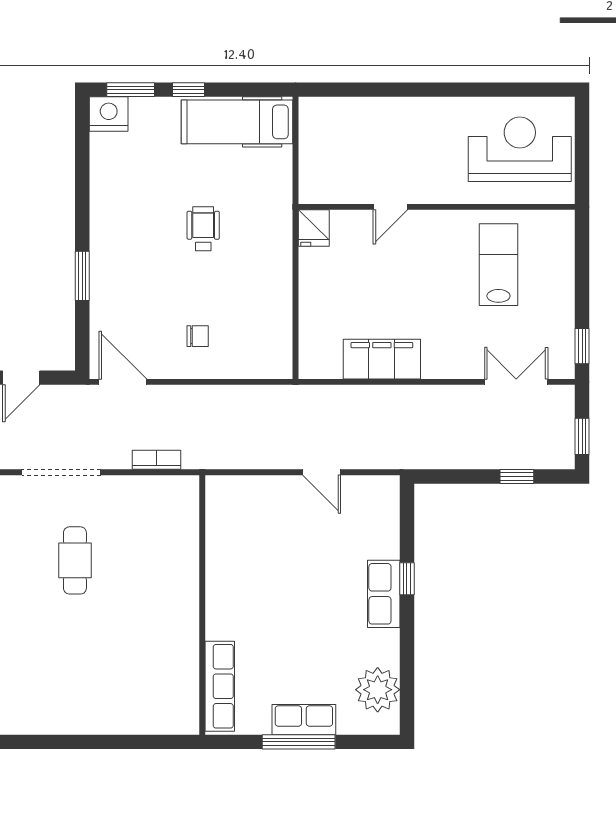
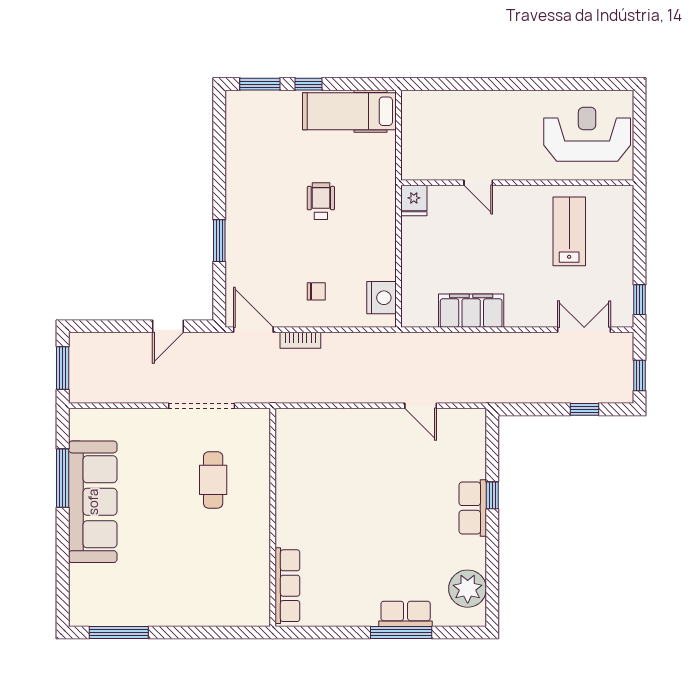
nightstand: (109, 114) -> (382, 298), moved, turned 90
door: (390, 207) -> (478, 183), hinge flipped
bookcase: (157, 460) -> (300, 340), moved, turned 180
wall: (202, 605) -> (273, 517), moved
row of seats: (220, 686) -> (287, 586), moved

